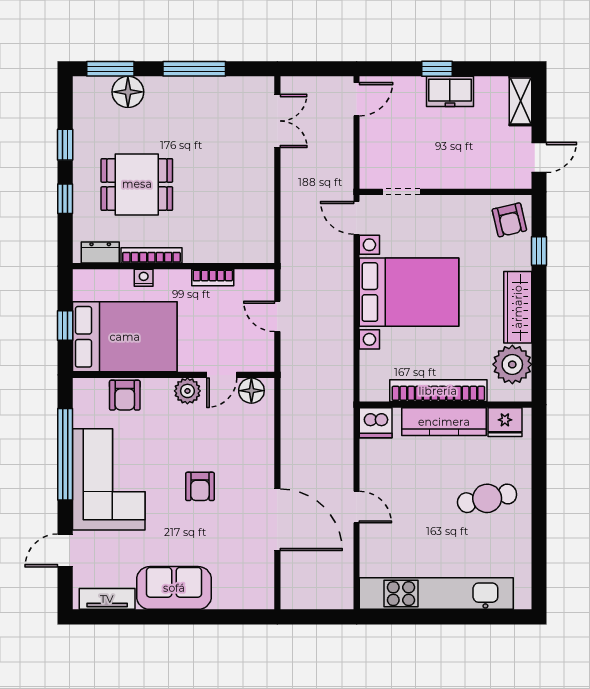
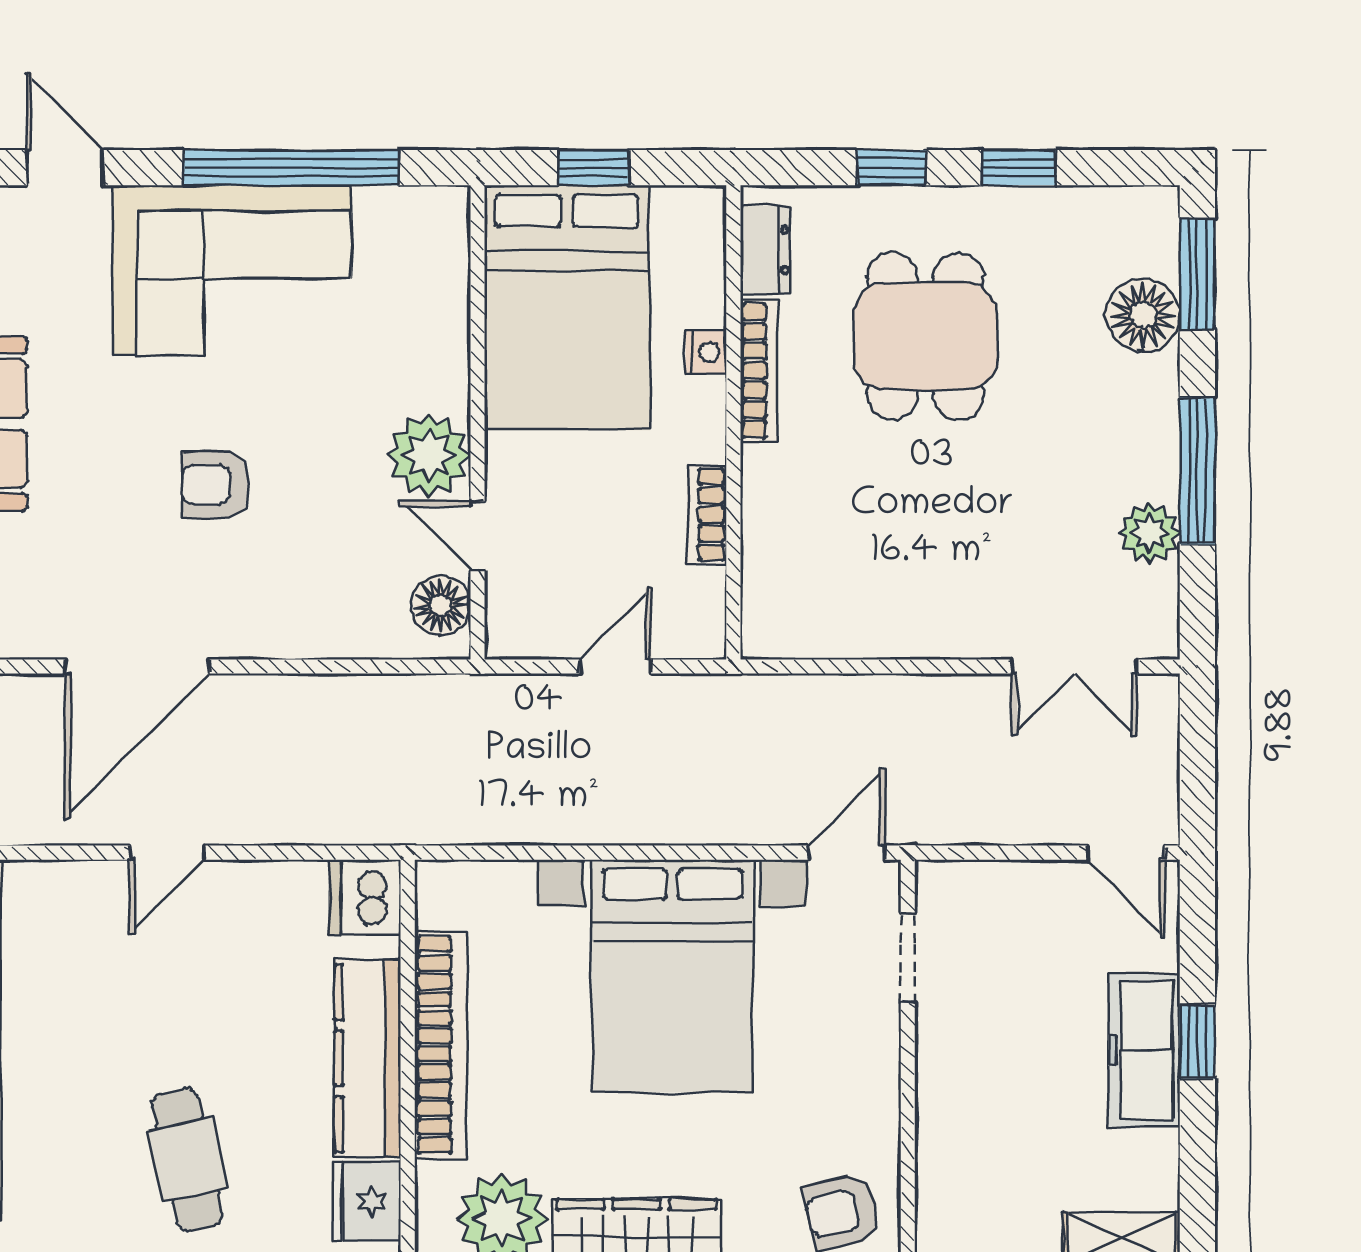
plant: (221, 89) -> (1150, 533), added
freezer: (450, 91) -> (1144, 1050), width x1.40
plant: (187, 391) -> (429, 455), width x1.36, depth x1.36
armchair: (125, 395) -> (430, 308), removed

